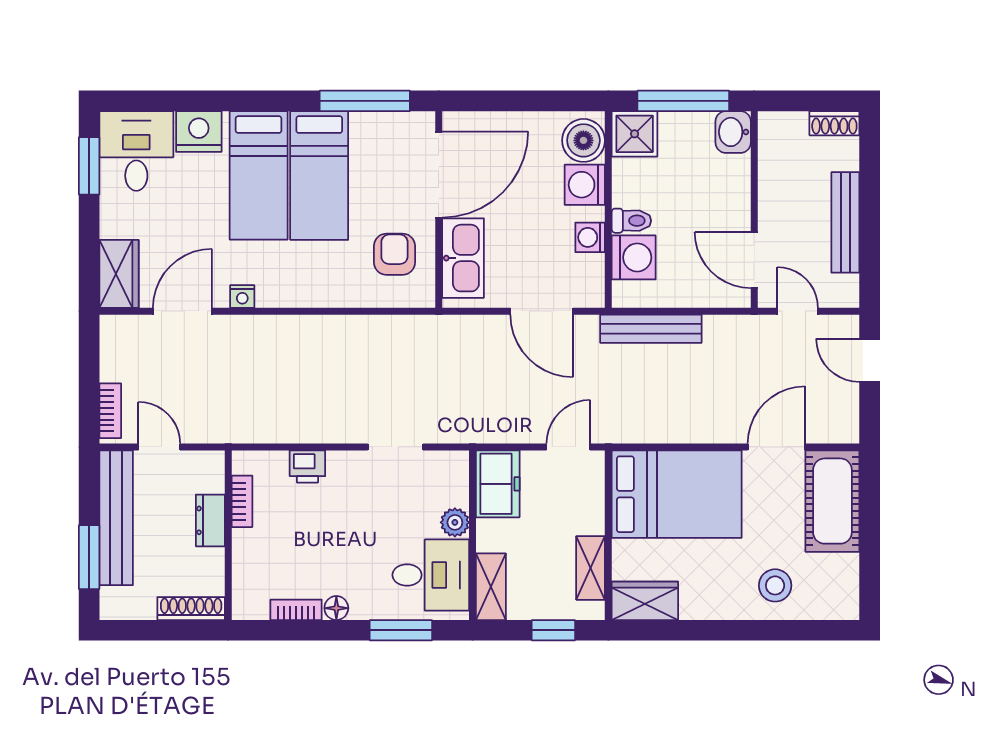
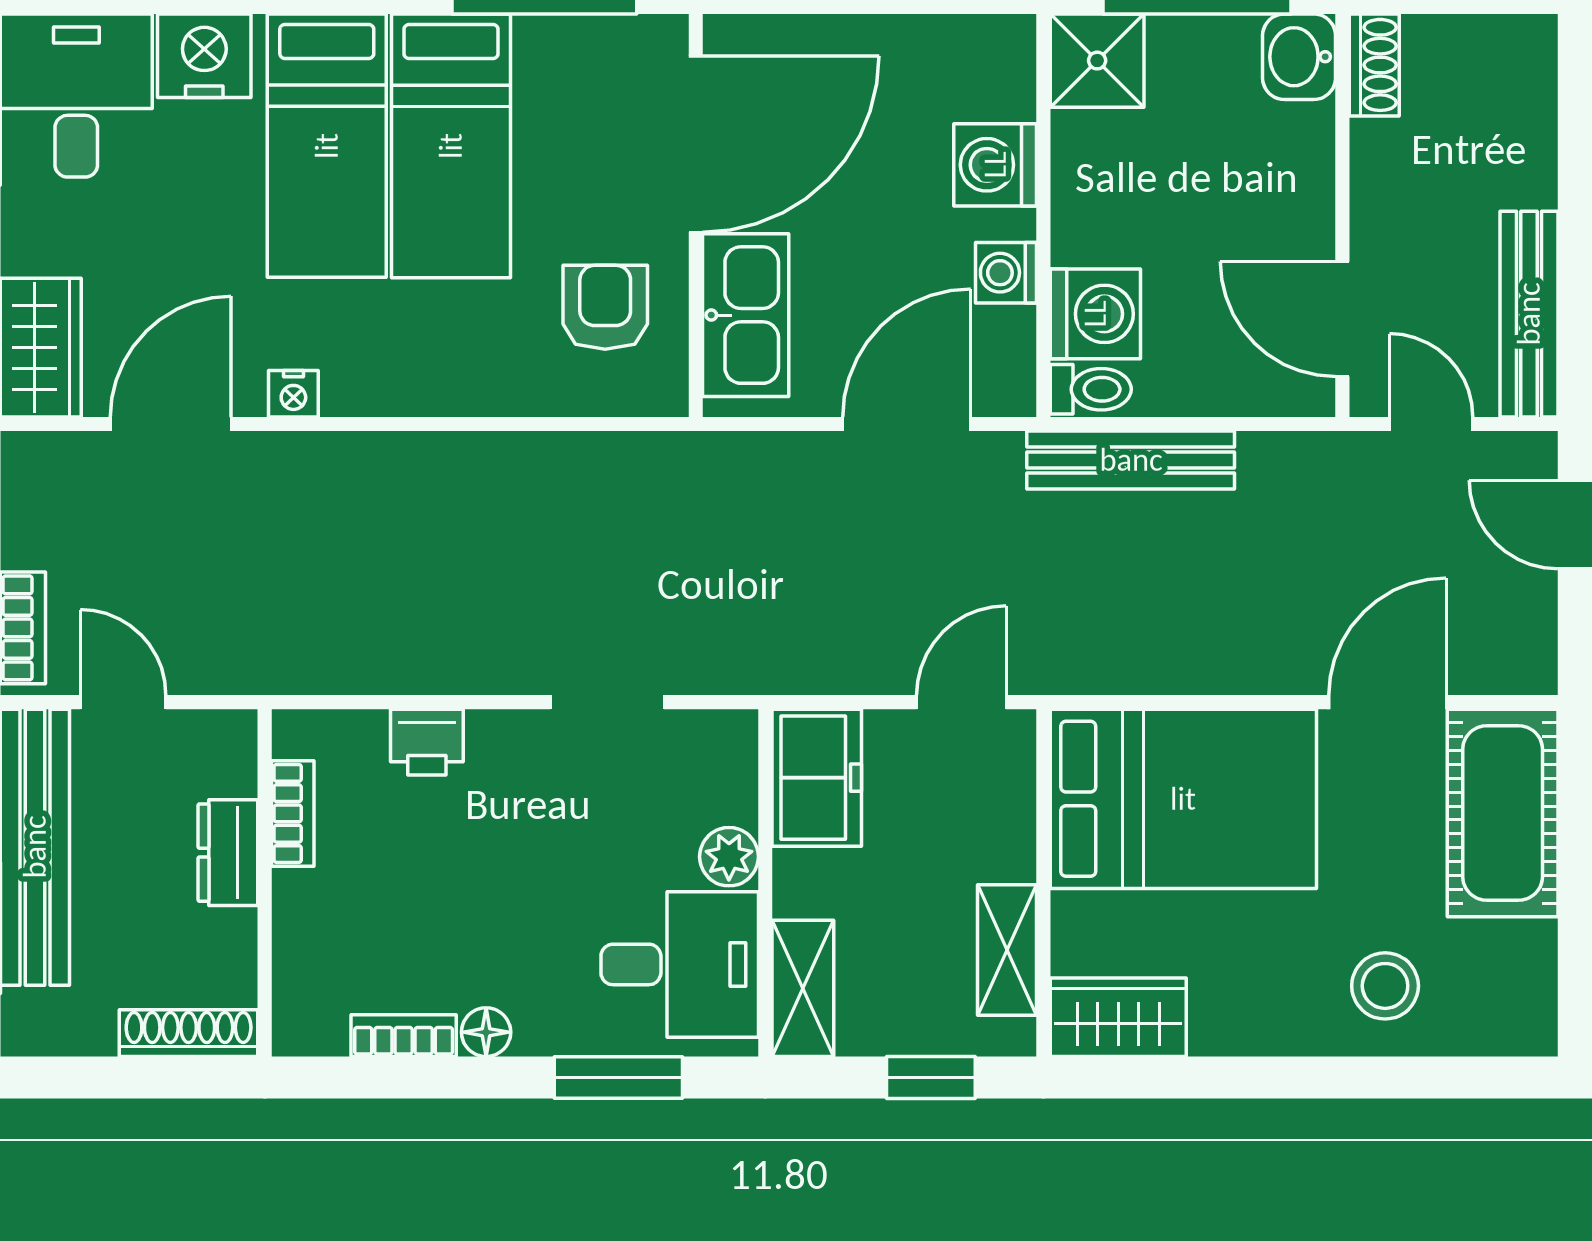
shoe rack: (834, 123) -> (1374, 65), moved, turned -90
boiler: (583, 140) -> (992, 74), removed
toilet: (631, 221) -> (1091, 389), moved
bench: (845, 222) -> (1529, 314), moved
door: (542, 311) -> (907, 424), swing flipped

